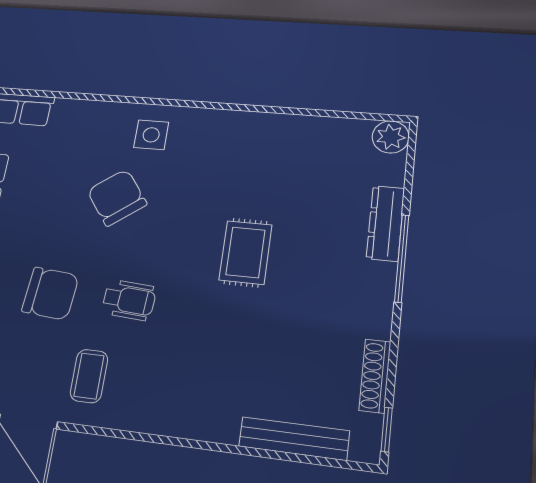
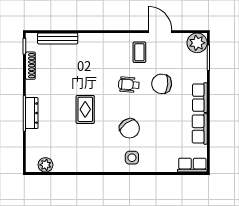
plant: (391, 137) -> (45, 165), moved
chair: (117, 197) -> (130, 128), moved
dresser: (385, 223) -> (32, 113), moved

